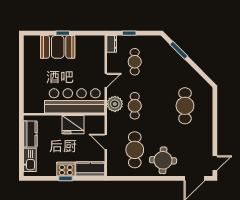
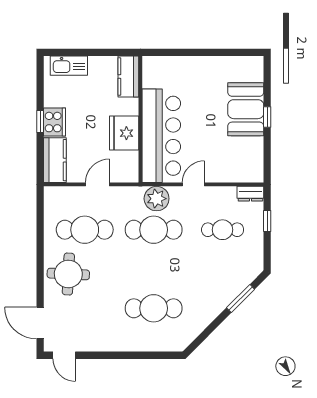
door: (106, 80) -> (193, 184), swing flipped
cafe table: (135, 106) -> (154, 230), width x1.37, depth x1.35
kitchen counter: (30, 134) -> (128, 77), moved, turned 90

